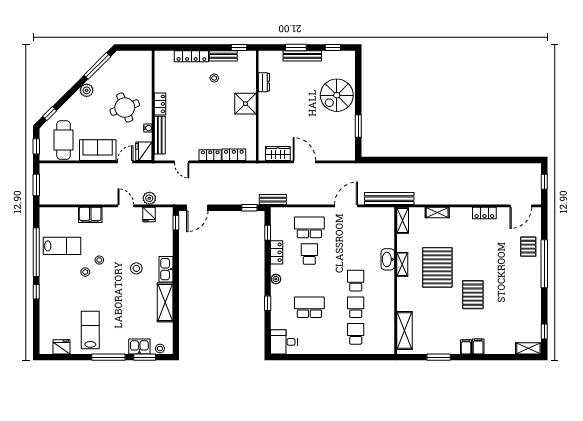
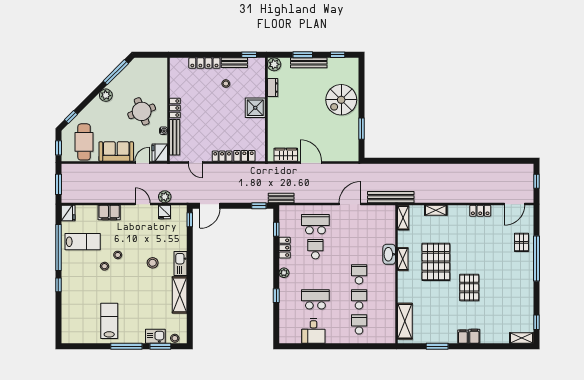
plant: (265, 58) -> (274, 64), added
desk: (284, 342) -> (313, 331), moved, turned -90
fridge: (61, 347) -> (68, 213), moved, turned 90

